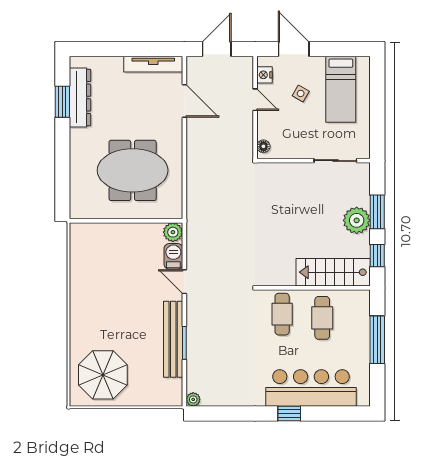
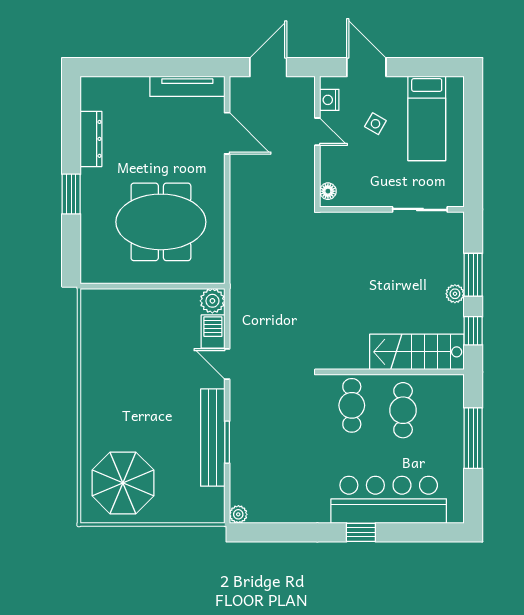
dresser: (80, 97) -> (91, 139), width x0.73, depth x0.80
window: (62, 102) -> (71, 194), moved
plant: (357, 220) -> (455, 294), width x0.53, depth x0.53

